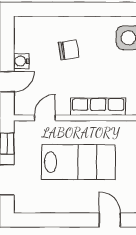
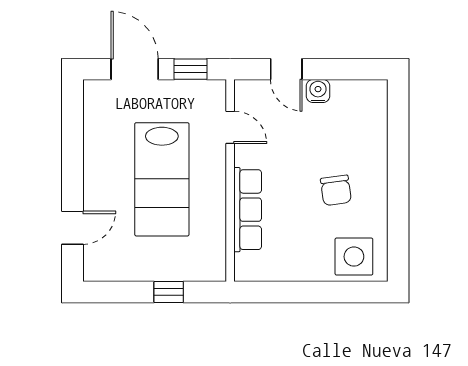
chair: (69, 50) -> (336, 190), moved

